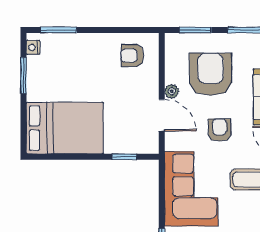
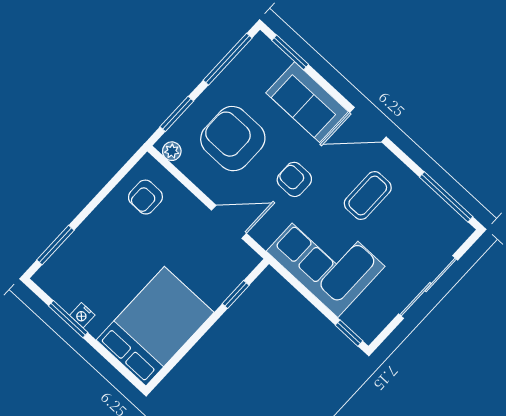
nightstand: (33, 47) -> (82, 315), moved
plant: (172, 91) -> (172, 151), moved

